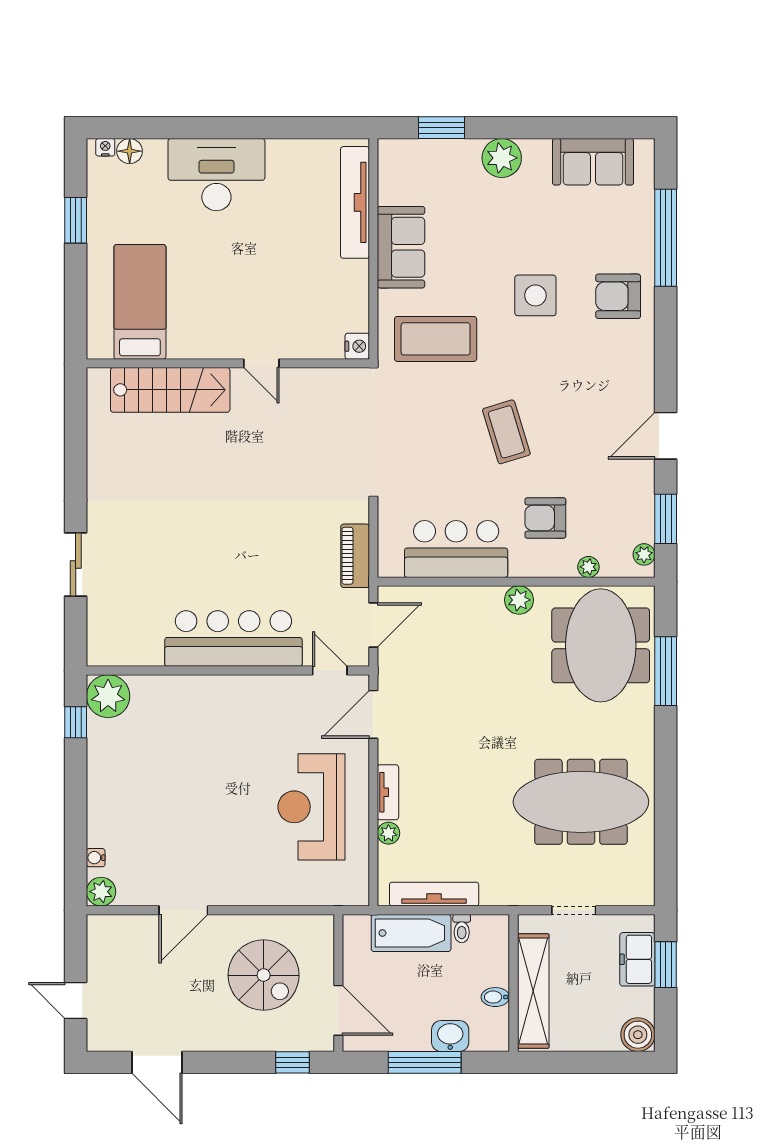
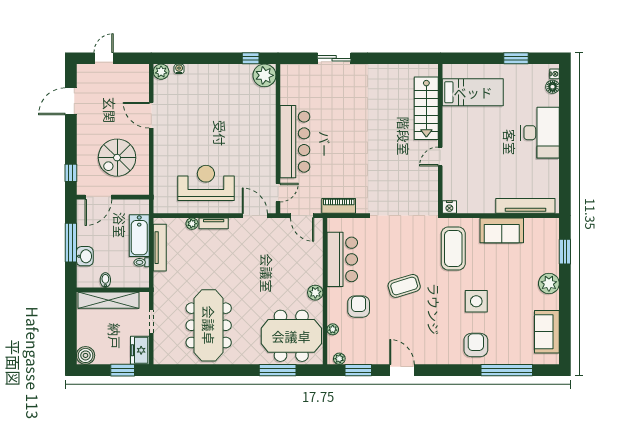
freezer: (637, 959) -> (140, 350), moved, turned -90

